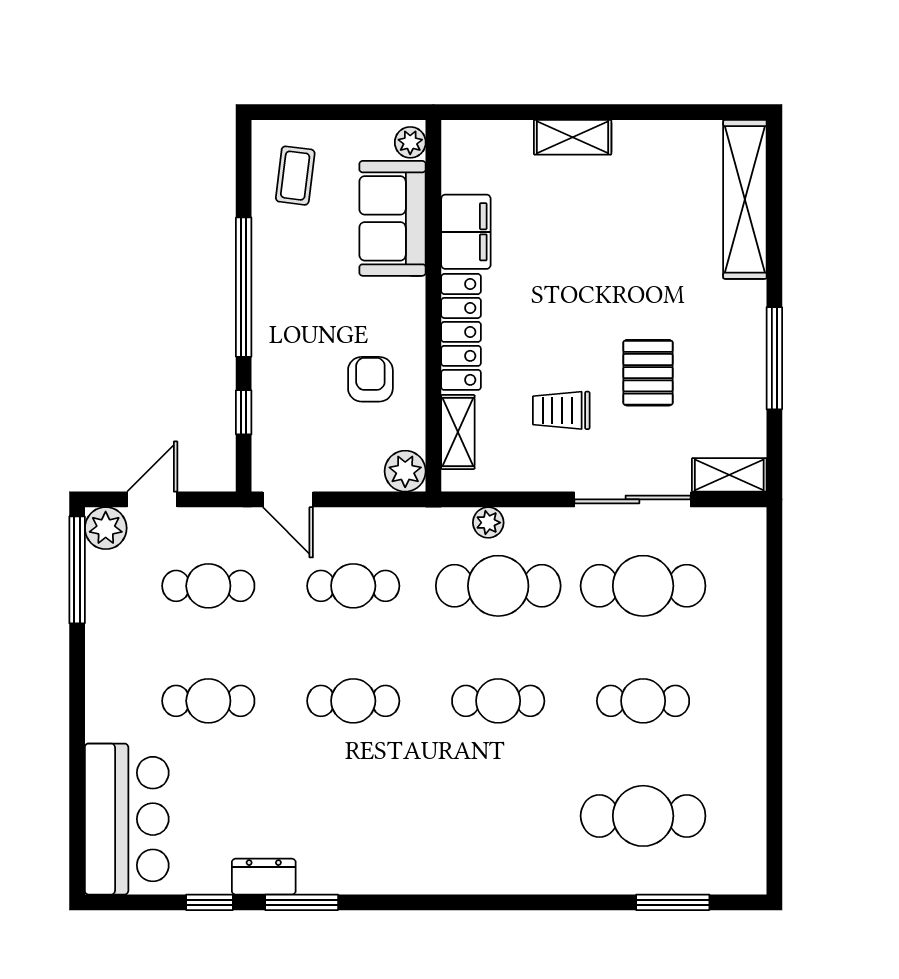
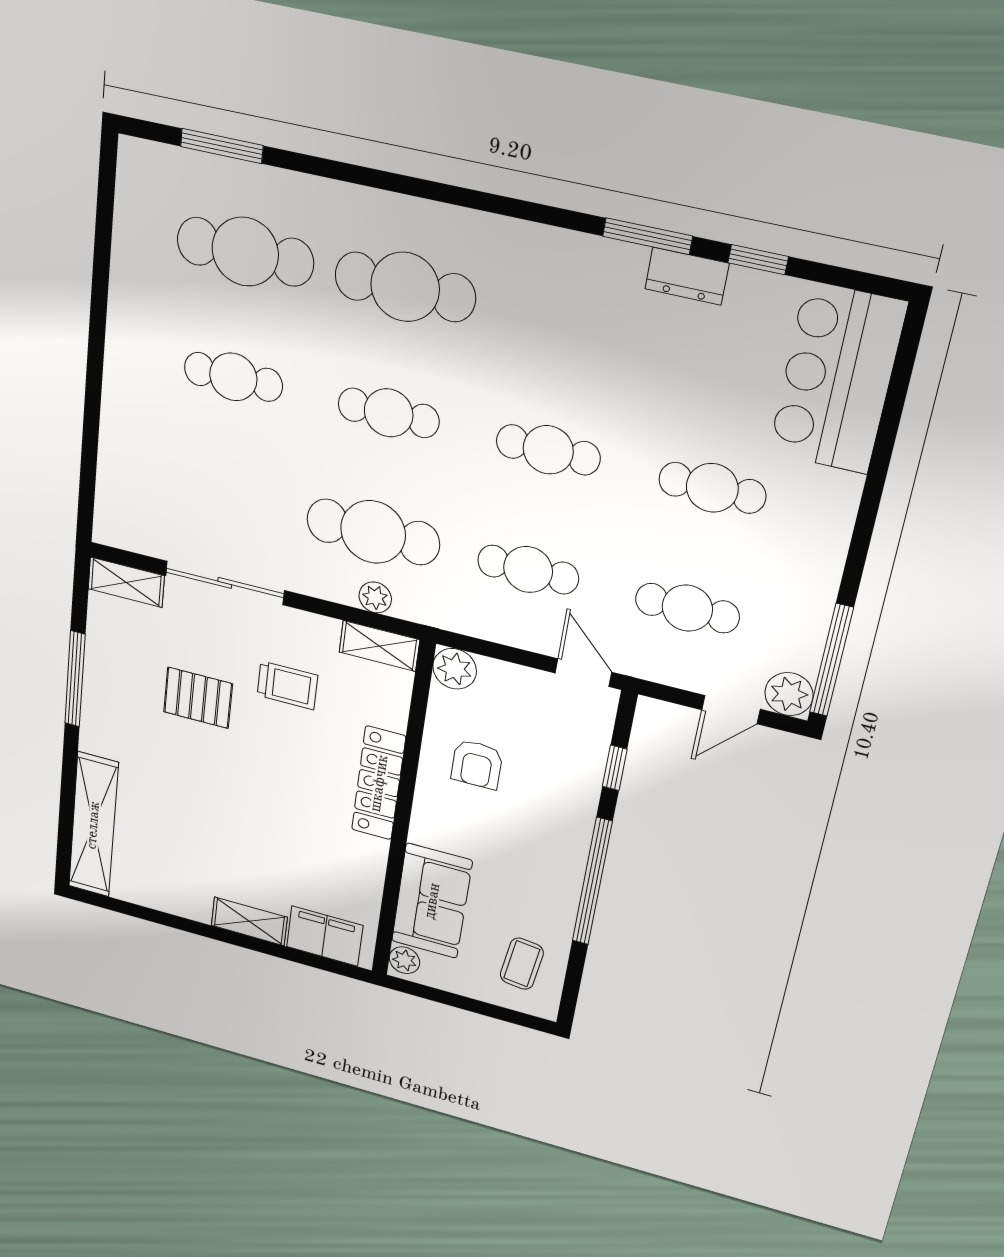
filing cabinet: (466, 232) -> (325, 936), moved, turned 90
pallet: (648, 373) -> (198, 698), turned 90
shelving: (458, 432) -> (379, 646), moved, turned 90
cafe table: (643, 586) -> (405, 287), moved

